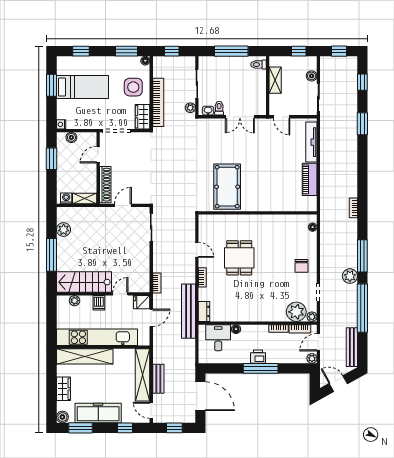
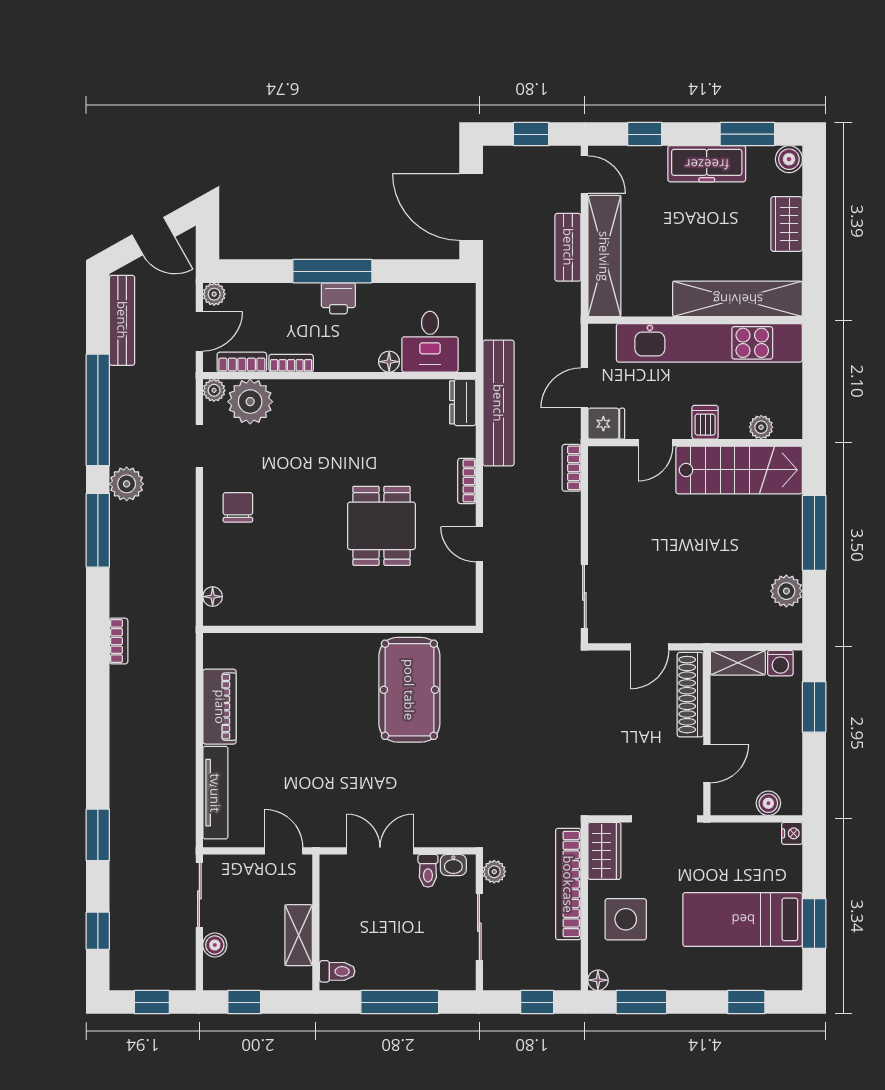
window: (51, 159) -> (814, 707), moved
freezer: (98, 413) -> (707, 164), width x0.73, depth x0.79

